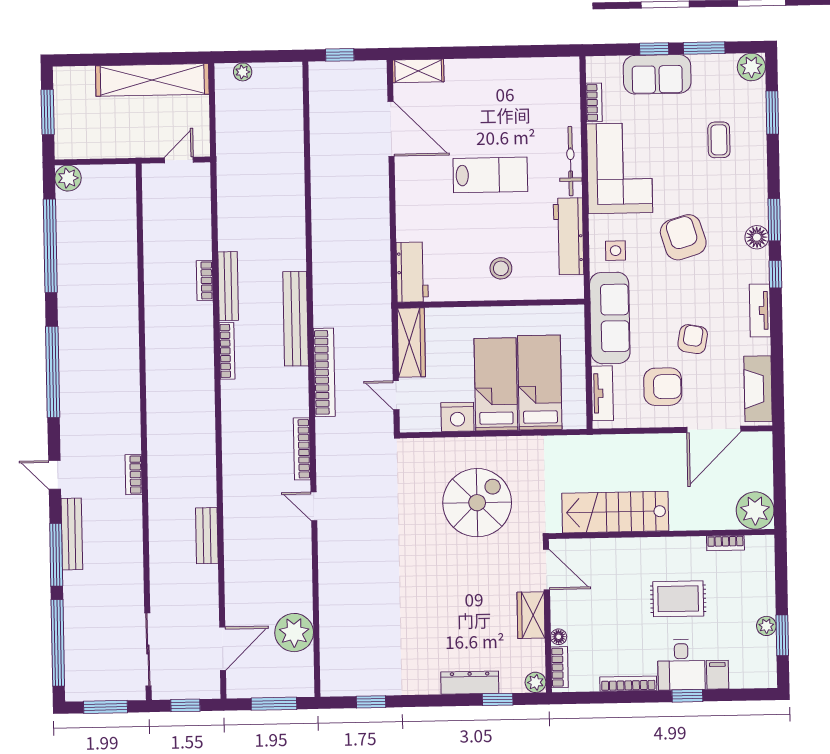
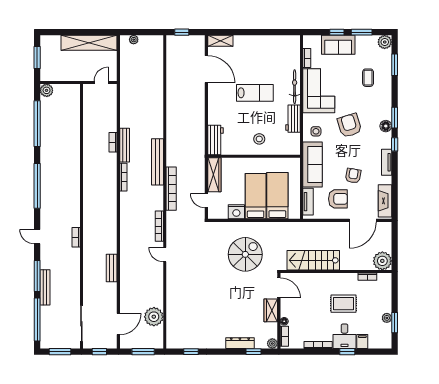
workbench: (569, 236) -> (293, 119), width x0.73
bench: (72, 534) -> (45, 287), moved

